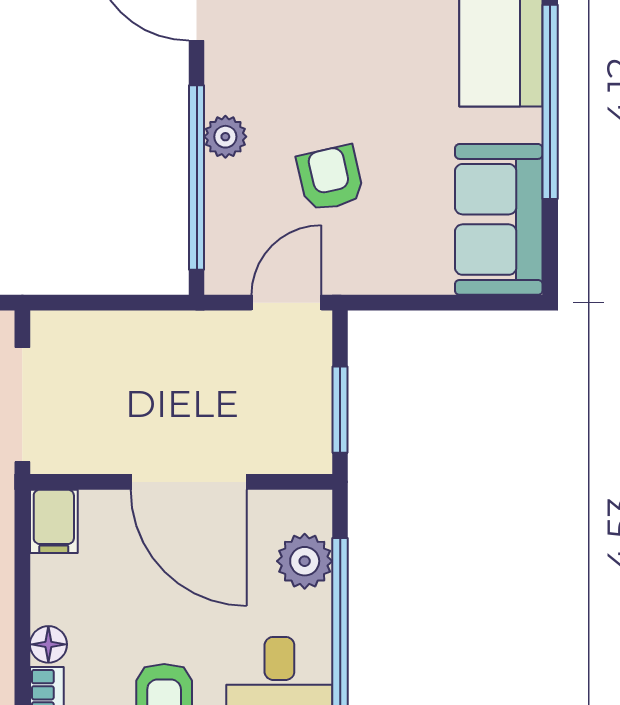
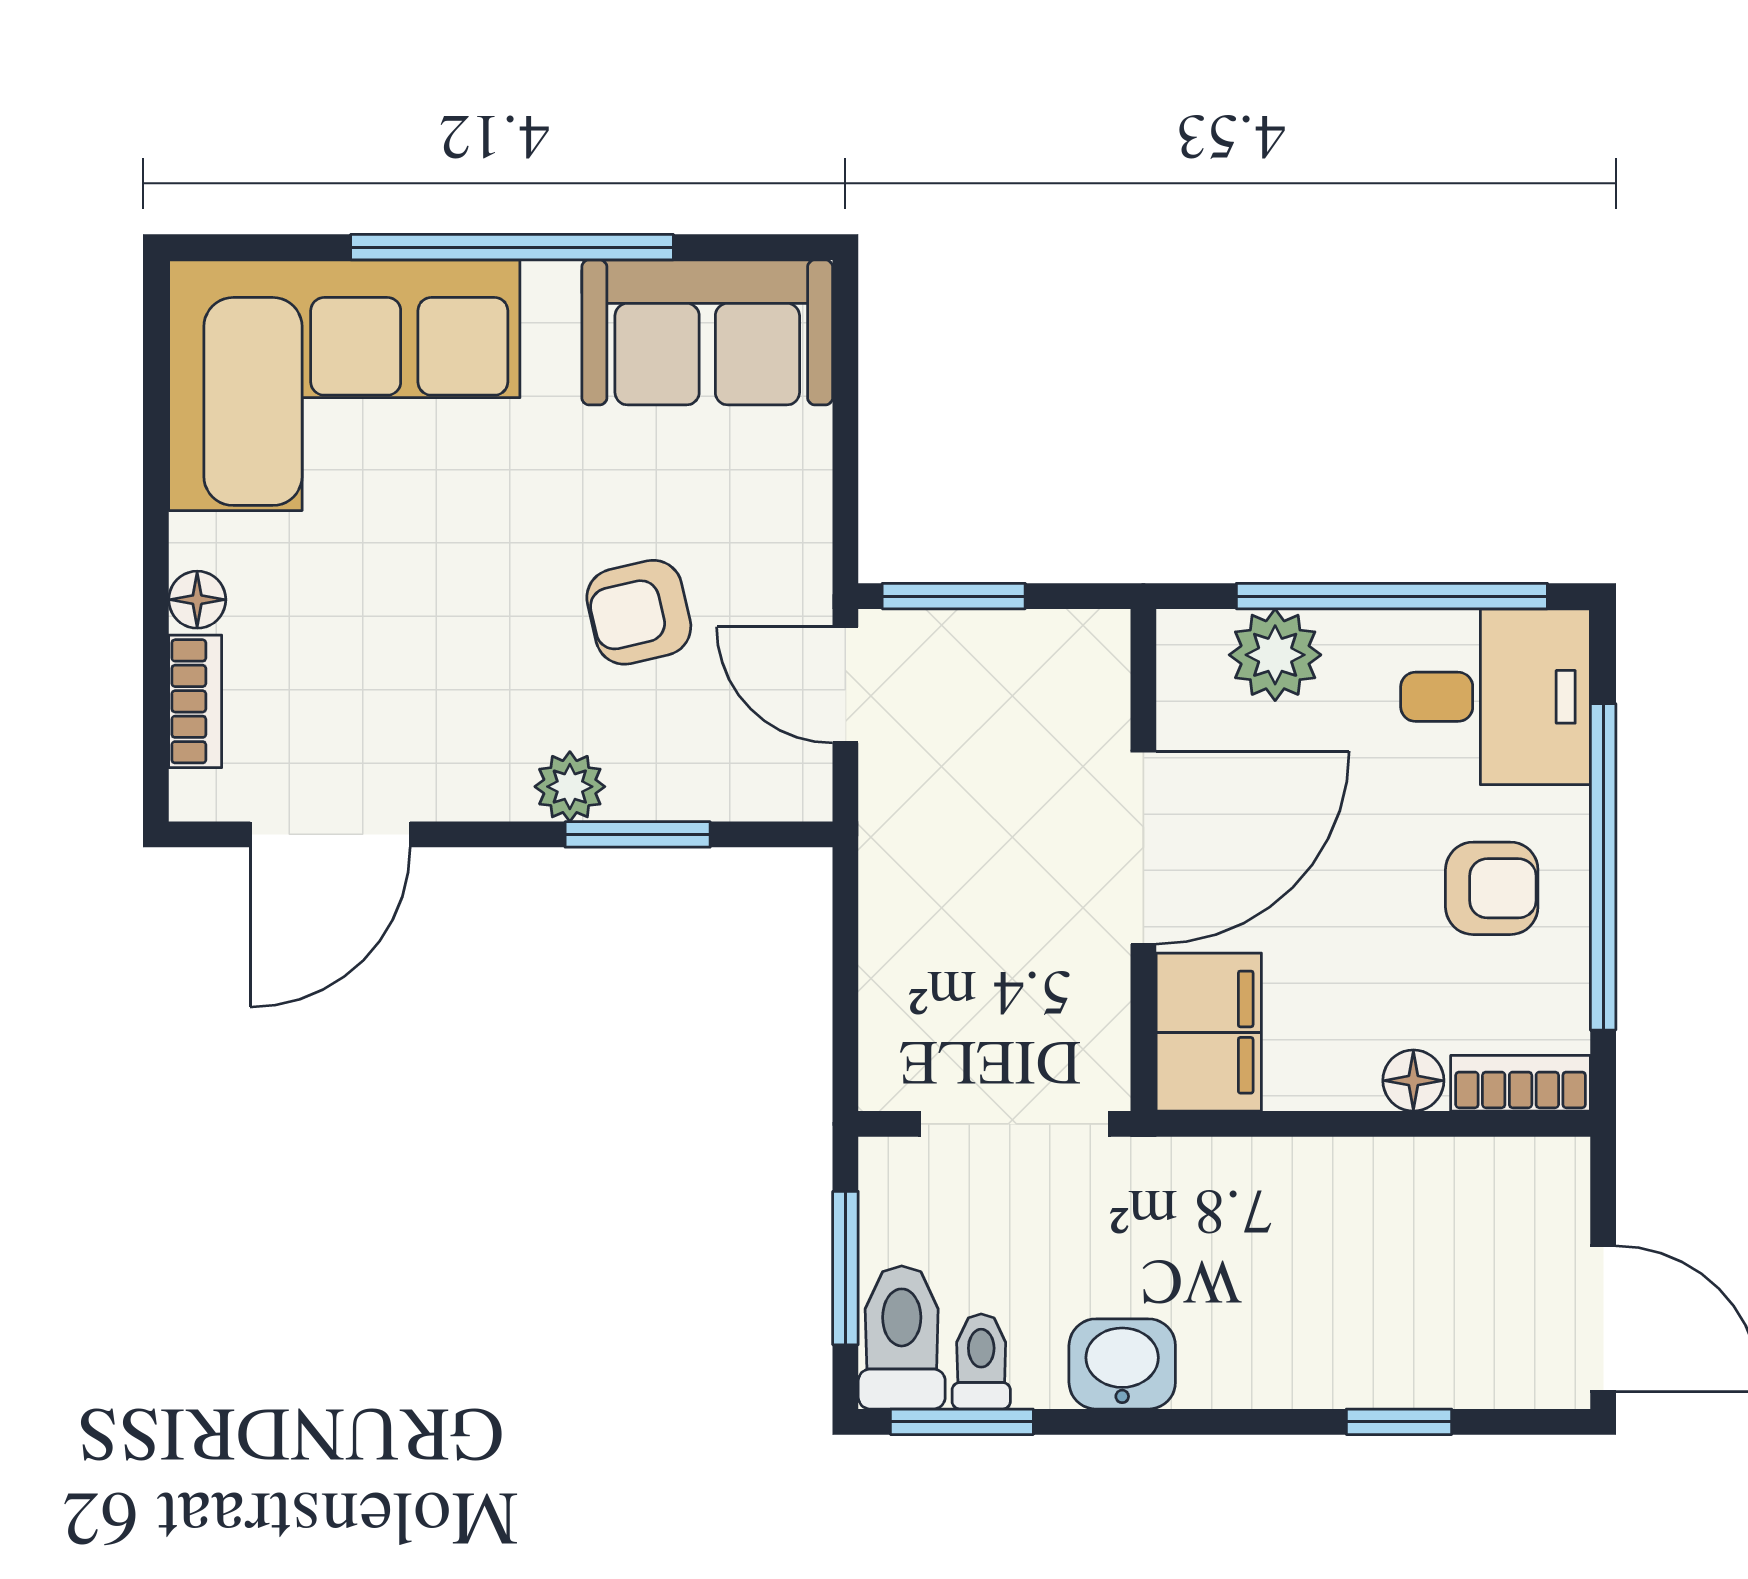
window: (197, 178) -> (638, 834), width x0.47
window: (340, 410) -> (954, 596), moved
filing cabinet: (54, 521) -> (1209, 1032), width x2.00

